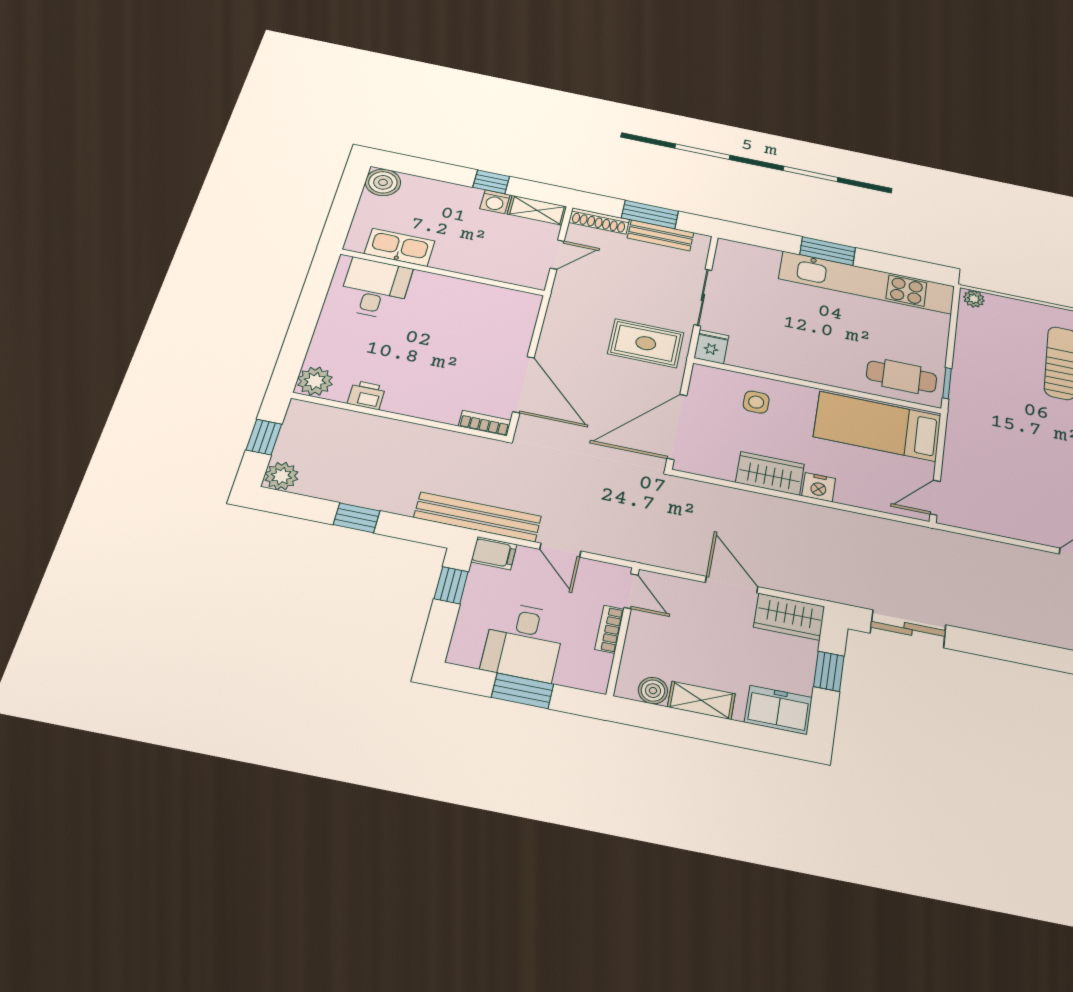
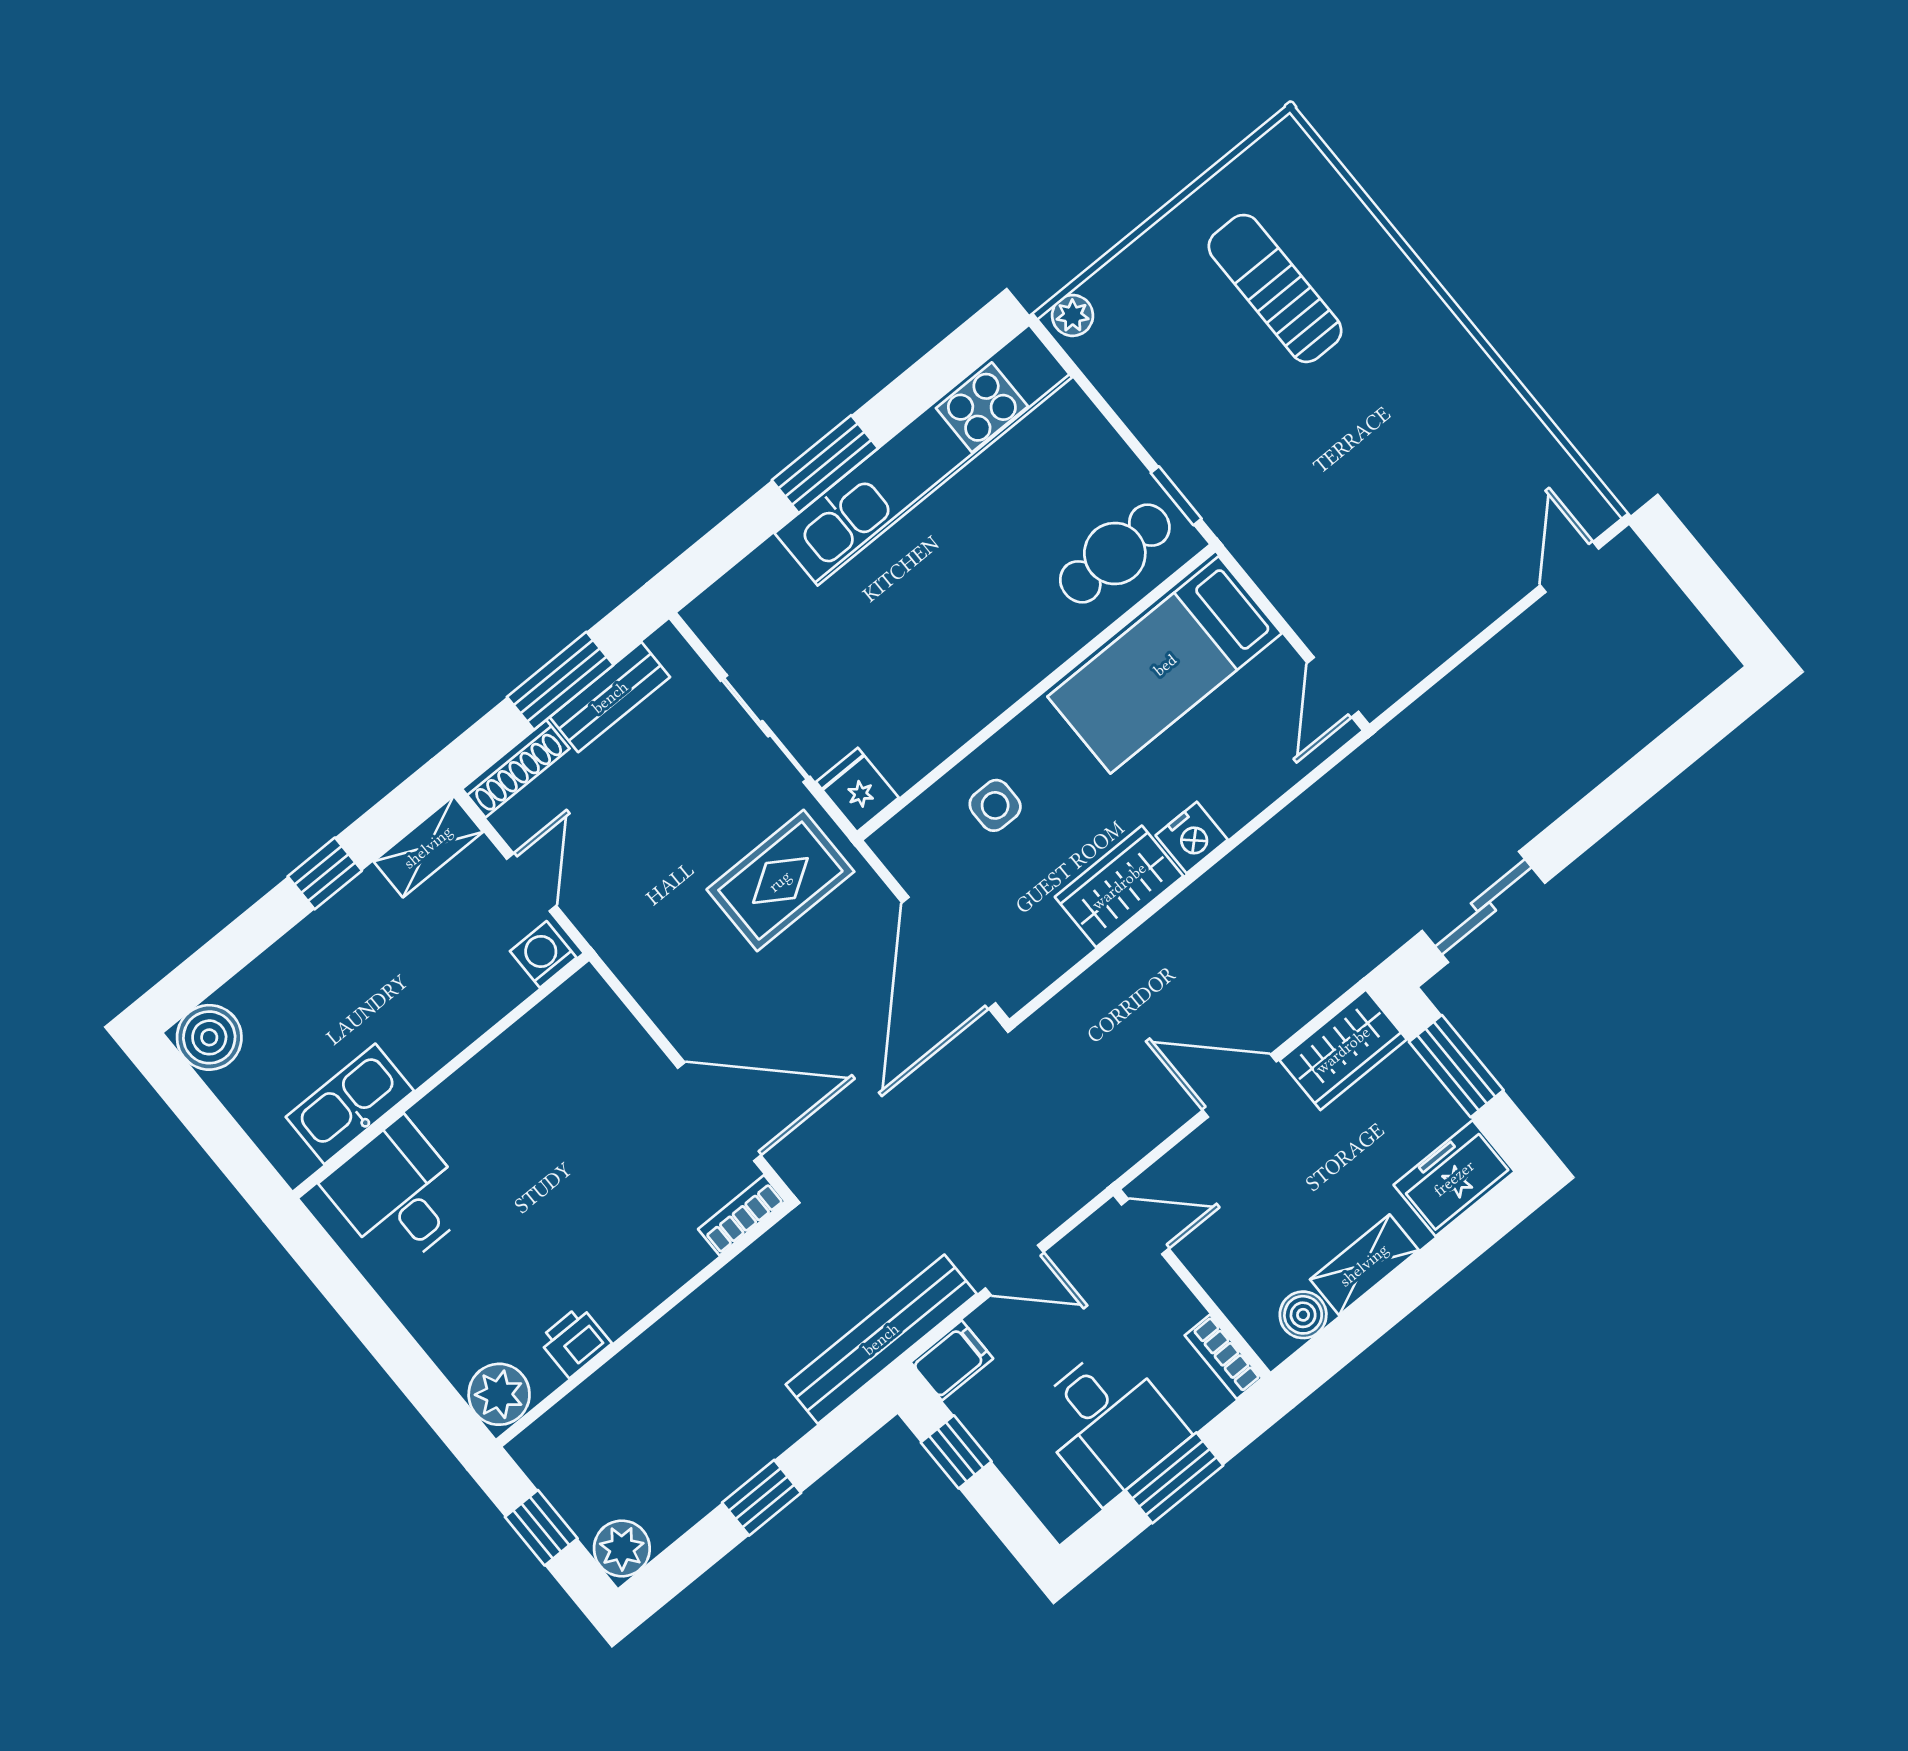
washing machine: (495, 202) -> (543, 954), moved, turned 180
bookcase: (609, 629) -> (1223, 1357), moved
window: (829, 671) -> (1456, 1066), width x1.50

